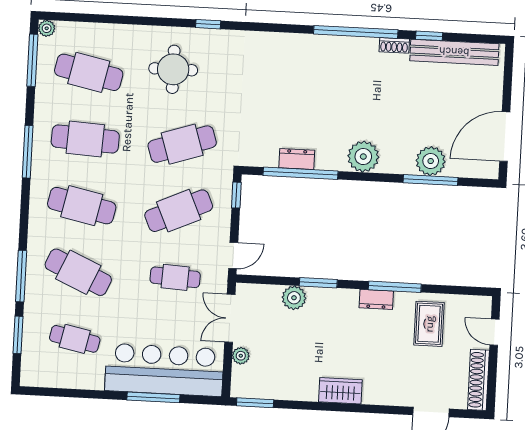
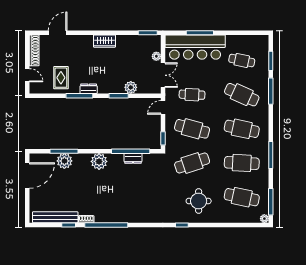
cafe table: (179, 211) -> (192, 129), turned 39

